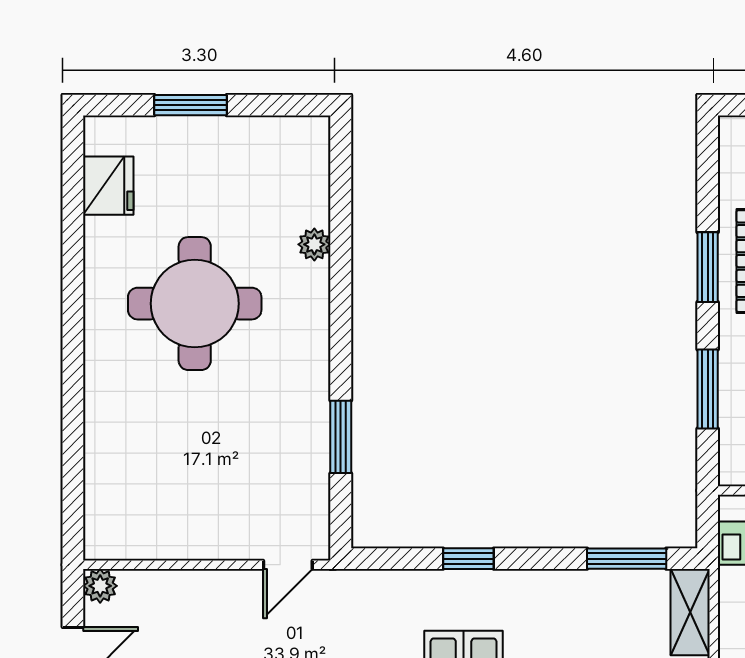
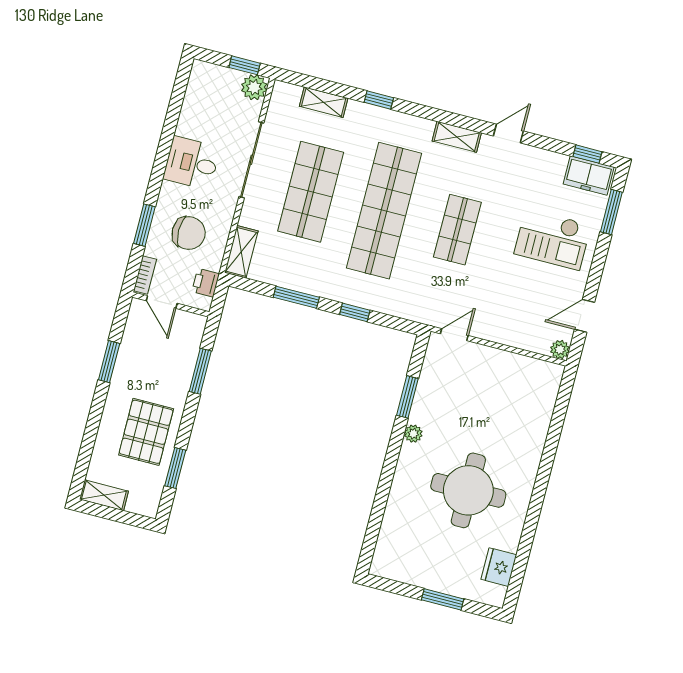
plant: (314, 244) -> (413, 434), moved
window: (708, 267) -> (175, 468), moved
window: (627, 559) -> (296, 297), moved

